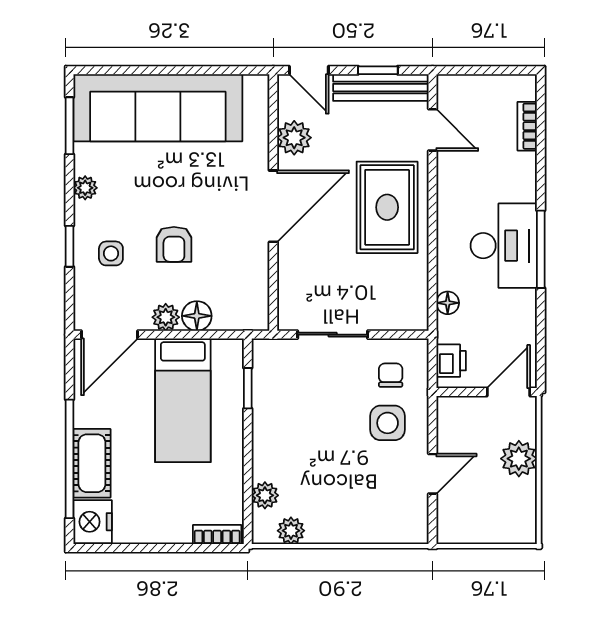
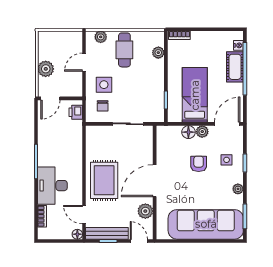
desk: (504, 246) -> (52, 186), moved
floor lamp: (448, 303) -> (77, 234), moved
cafe table: (341, 501) -> (124, 50), added
nightstand: (93, 522) -> (238, 45), width x0.53, depth x0.56
plant: (291, 531) -> (101, 37), moved

